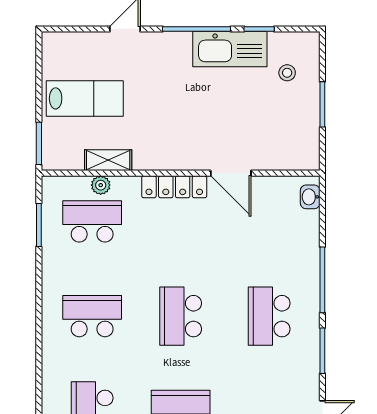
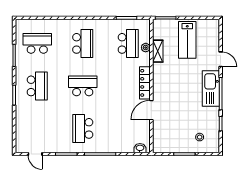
kitchen sink: (230, 49) -> (211, 89), moved
school desk: (269, 316) -> (83, 128), turned -90

